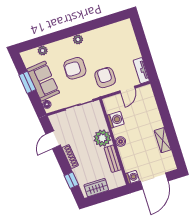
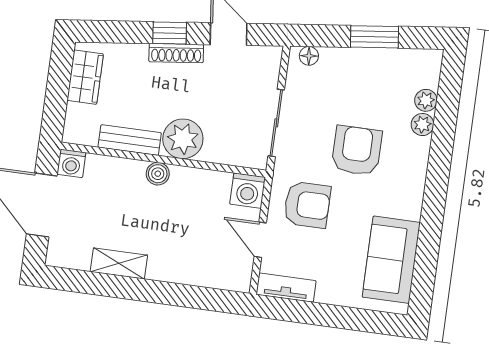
plant: (78, 39) -> (422, 125), moved
sofa: (43, 81) -> (391, 260), moved, turned 97
washing machine: (116, 120) -> (248, 191), moved
window: (71, 180) -> (170, 33), moved

